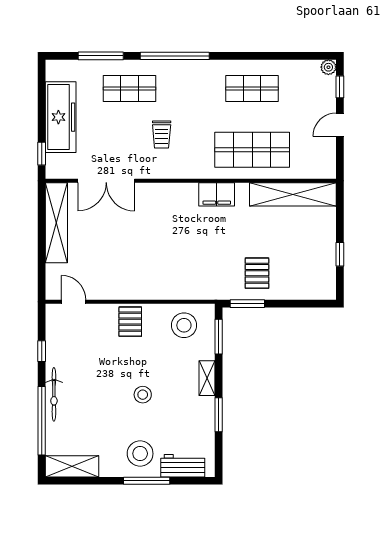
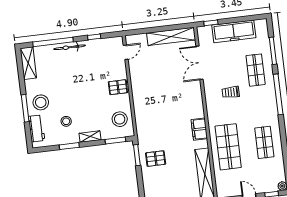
stool: (143, 395) -> (66, 121), moved

